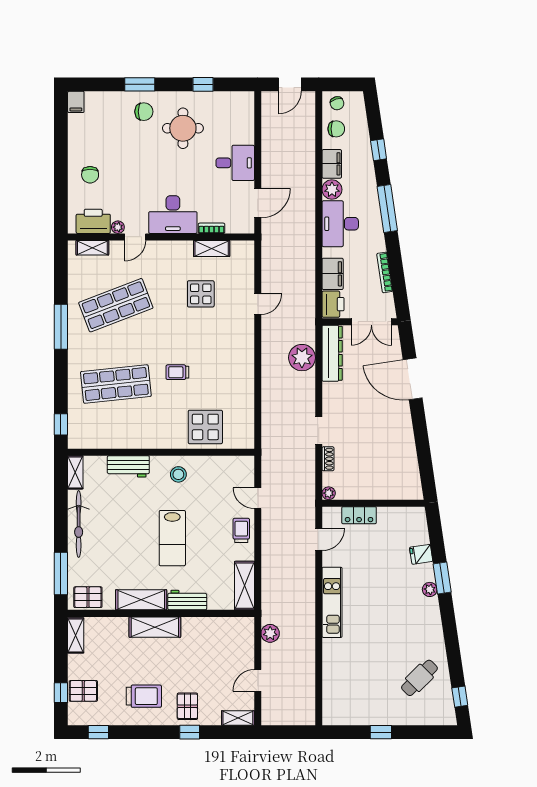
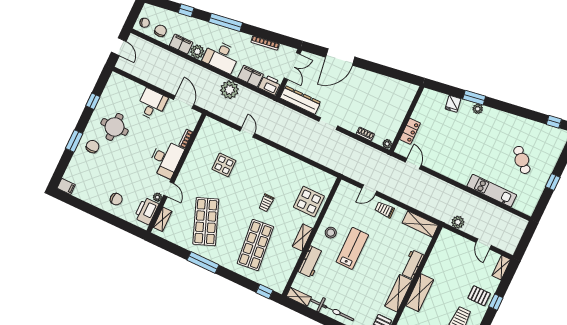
shelving: (212, 248) -> (303, 237), moved
plant: (302, 358) -> (229, 90), moved
doorway: (319, 431) -> (328, 124), moved
lab bench: (172, 538) -> (352, 248), moved, turned -90
kitchen unit: (332, 602) -> (492, 191), moved
cafe table: (419, 678) -> (522, 160), moved

